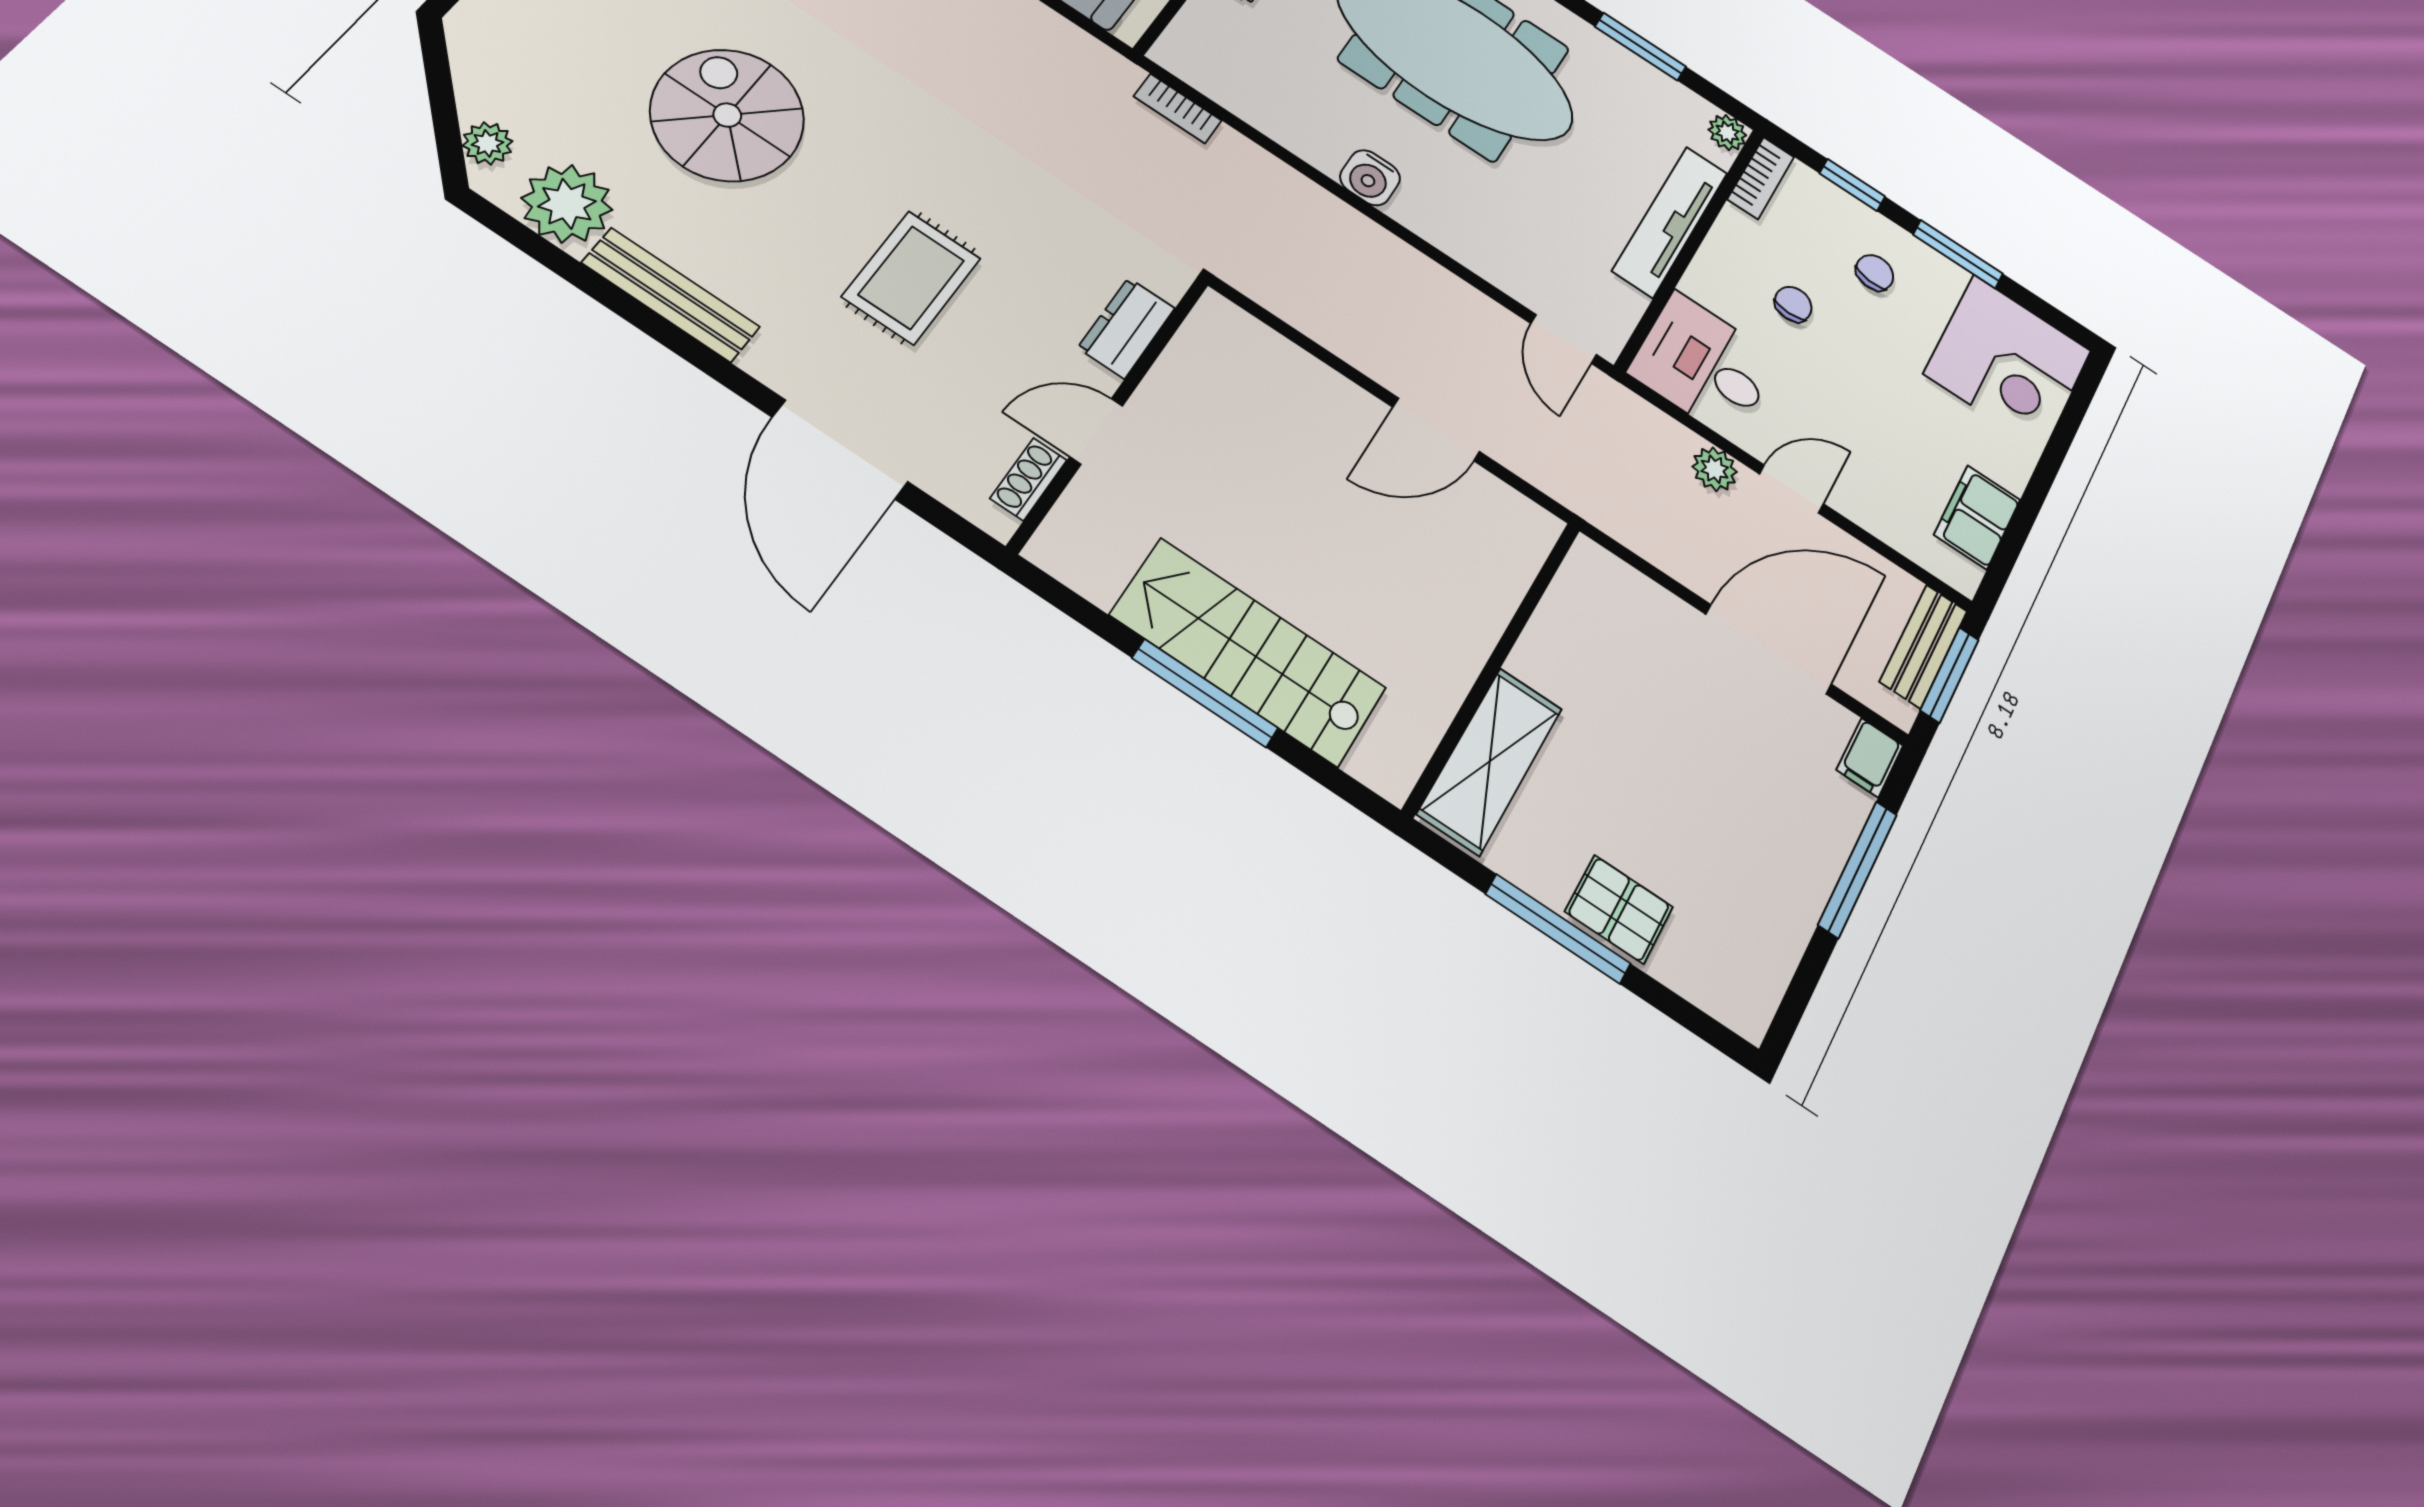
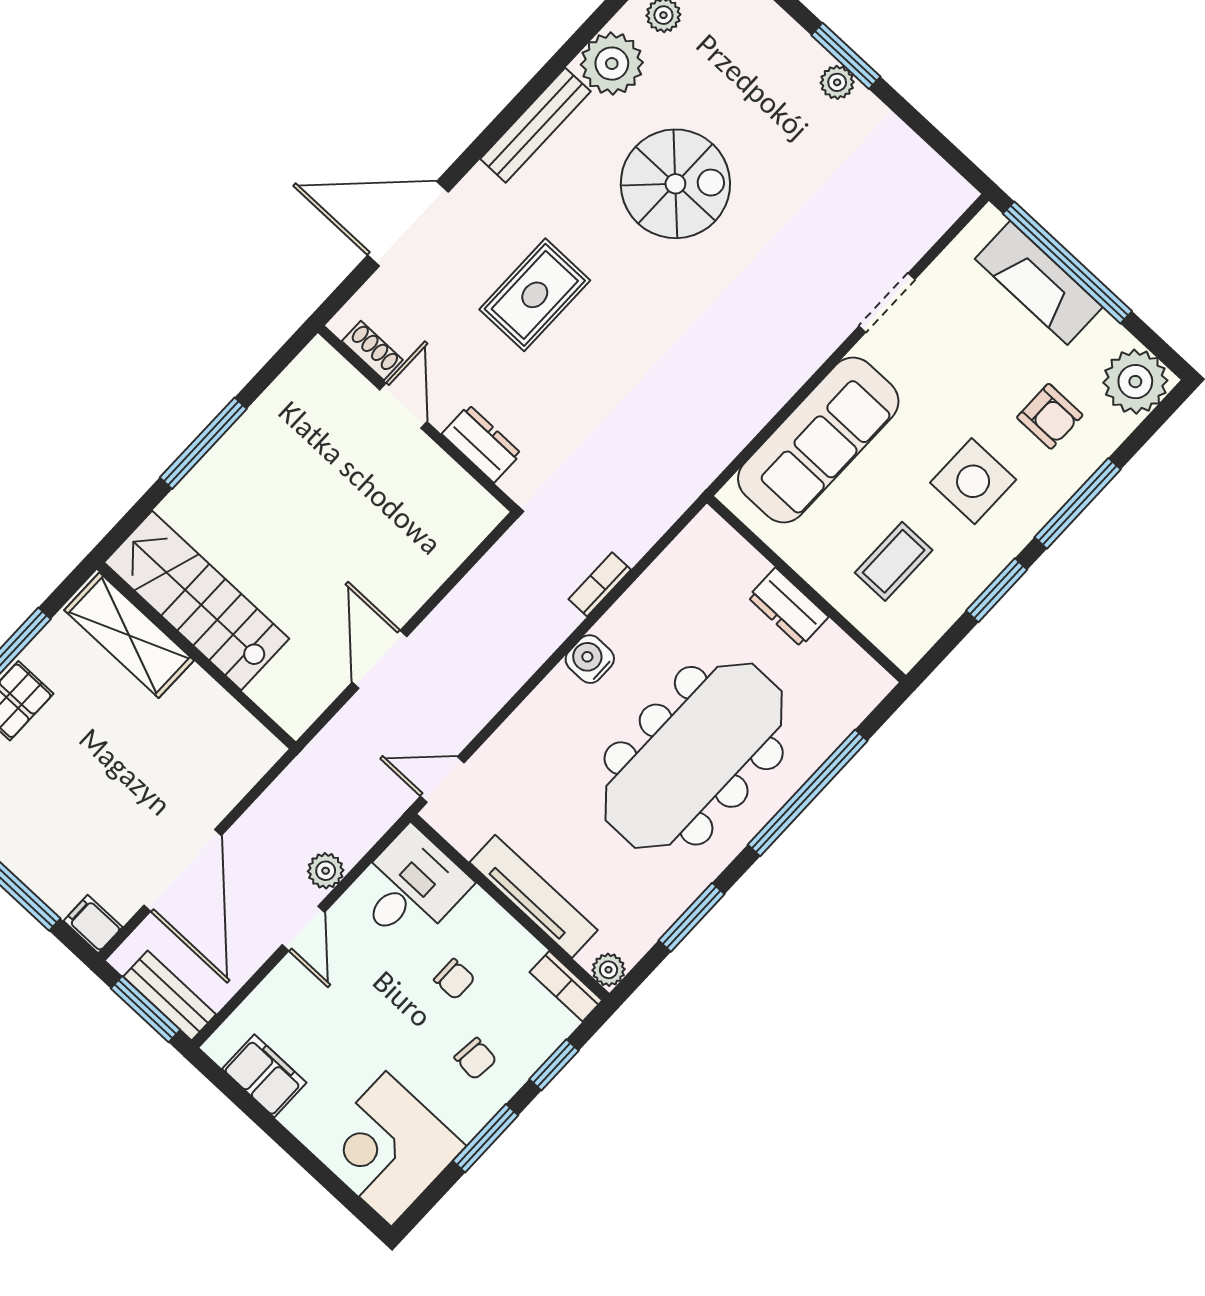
bookcase: (1178, 108) -> (600, 584), moved
rug: (911, 278) -> (535, 295), turned 90
stairs: (1248, 652) -> (197, 600), moved, turned -90

